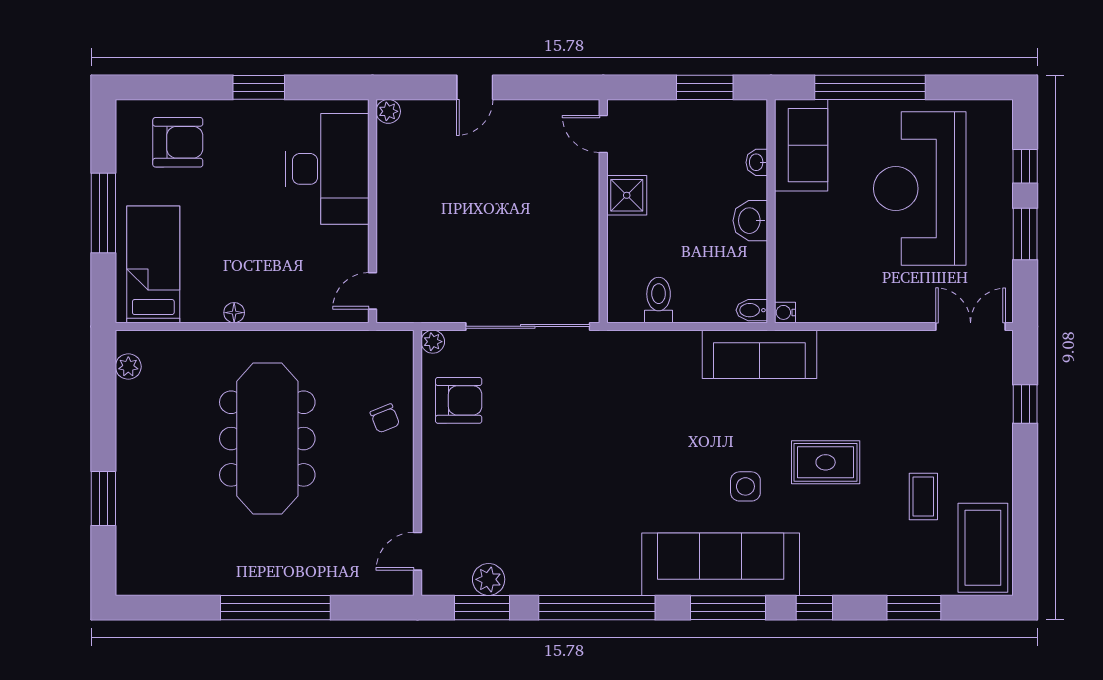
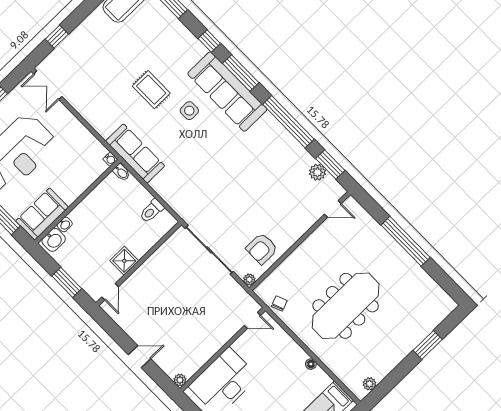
window: (705, 87) -> (67, 282), moved
washbasin: (750, 221) -> (54, 240), moved
armchair: (459, 400) -> (262, 249), turned -90
chair: (385, 418) -> (279, 304), moved
coffee table: (923, 496) -> (128, 41), removed

